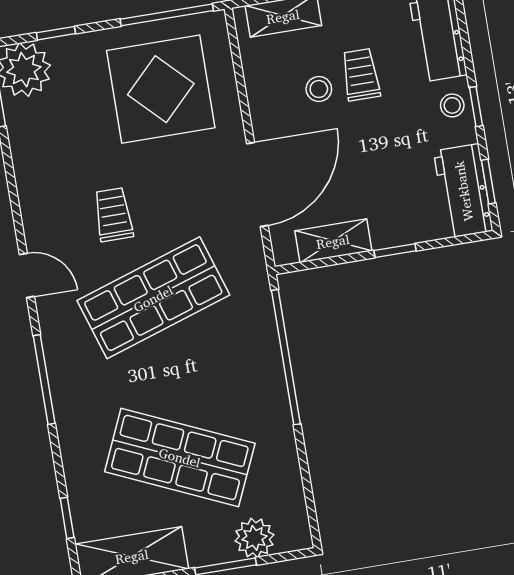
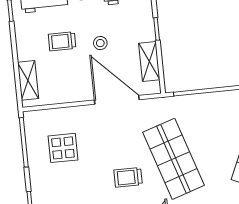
display table: (161, 89) -> (63, 148), width x0.54, depth x0.54
stool: (319, 89) -> (100, 43), moved

